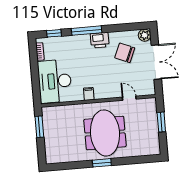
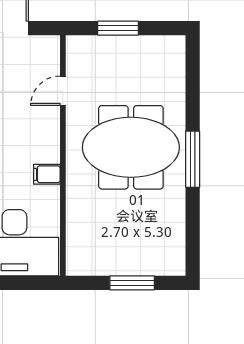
window: (39, 127) -> (132, 283), moved
window: (102, 163) -> (193, 159), width x1.44

